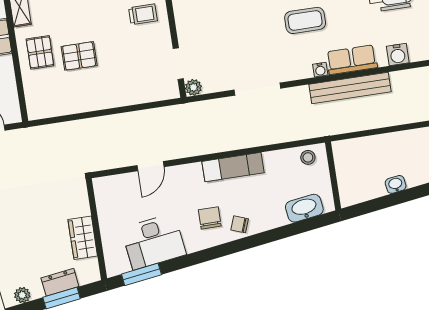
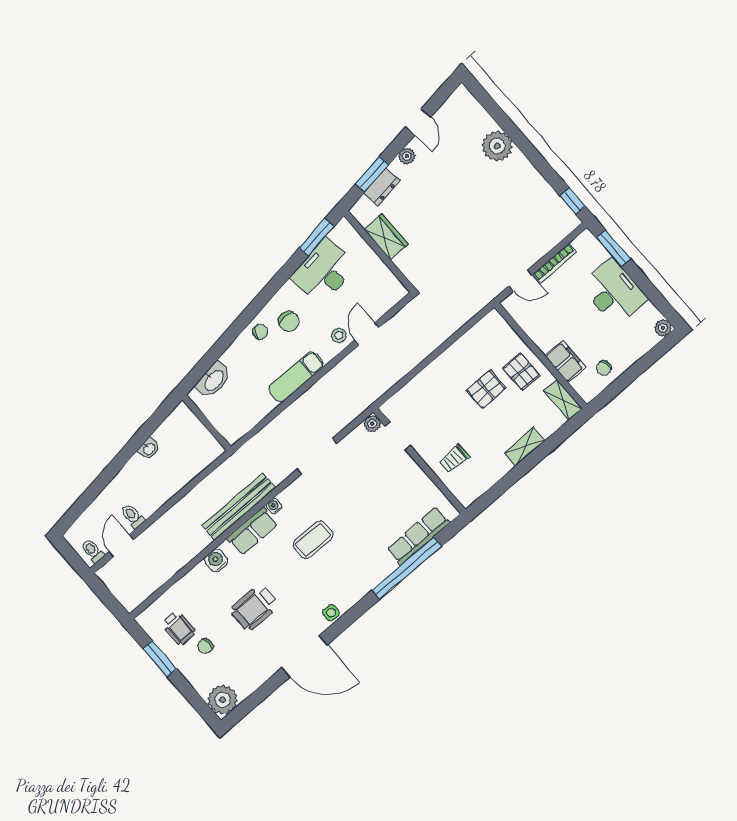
stool: (308, 157) -> (339, 335), moved

